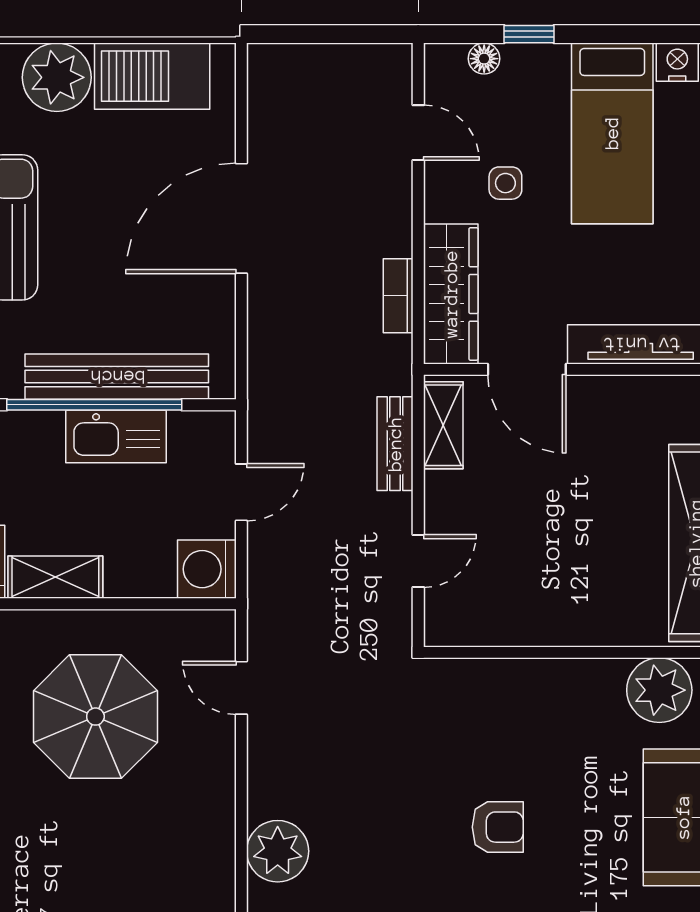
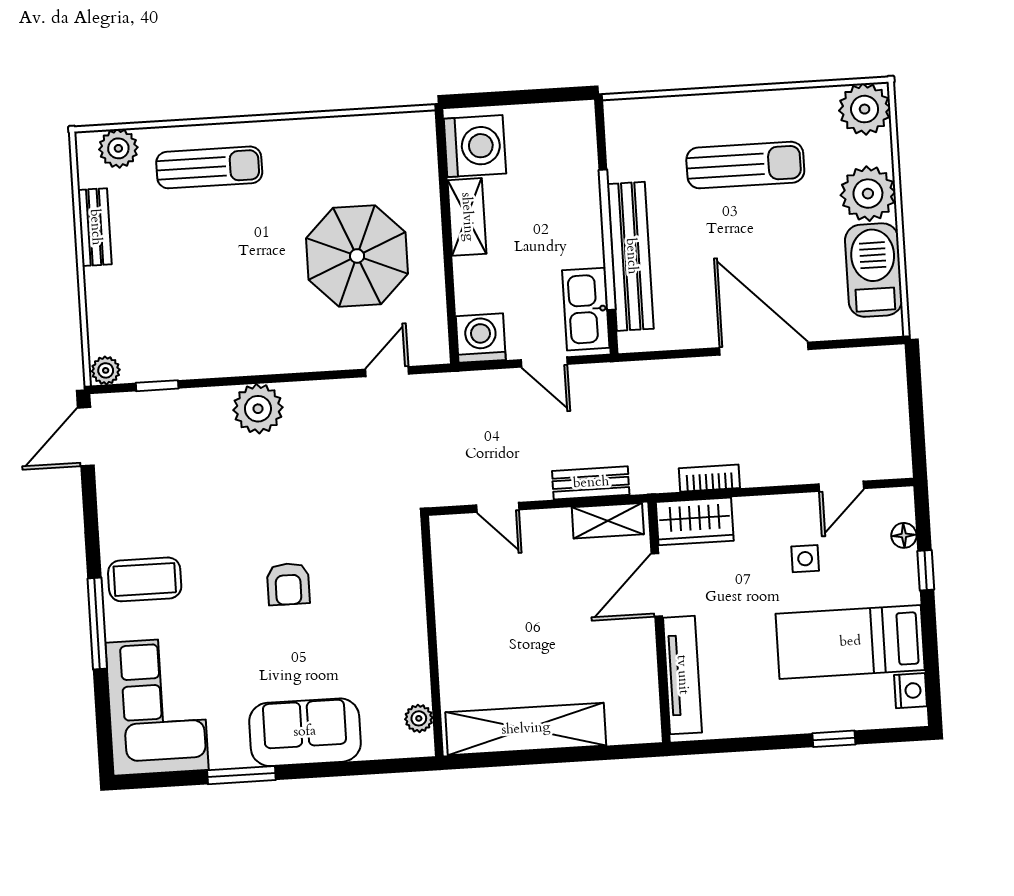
wardrobe: (451, 294) -> (695, 521), width x0.67
kitchen sink: (116, 436) -> (586, 309), moved
plant: (659, 690) -> (419, 718), width x0.53, depth x0.53

